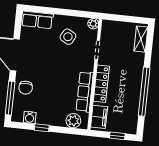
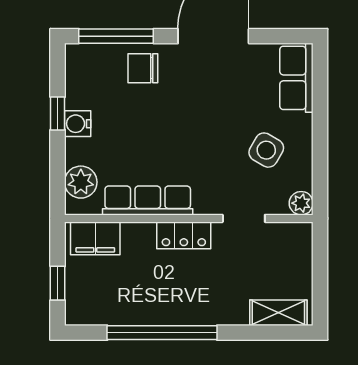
locker: (101, 84) -> (184, 235), width x0.66
water cooler: (30, 117) -> (78, 124), moved

